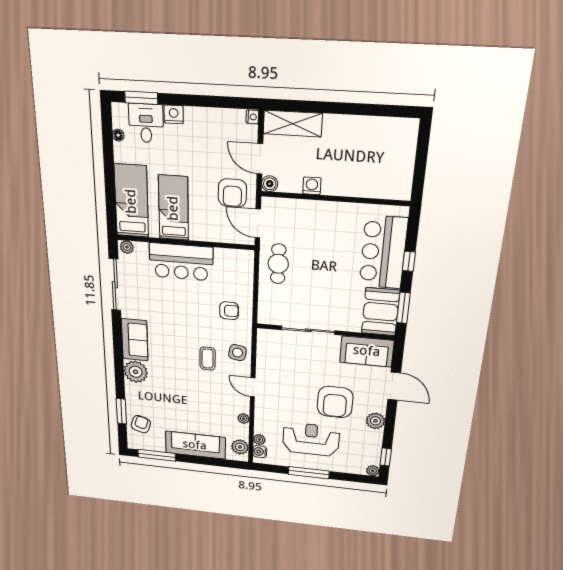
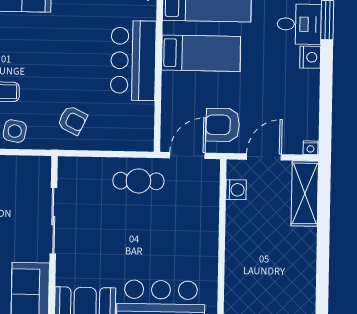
boiler: (270, 184) -> (236, 169), removed
washing machine: (312, 186) -> (236, 190), moved
armchair: (229, 311) -> (72, 120), turned -64

